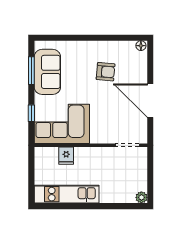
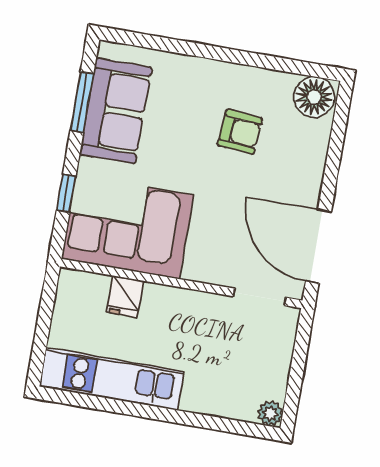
floor lamp: (141, 46) -> (314, 97), width x1.89, depth x1.89
door: (150, 101) -> (318, 246), moved

